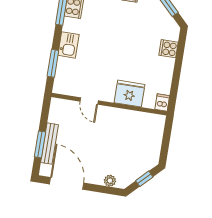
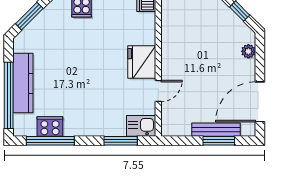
kitchen sink: (68, 45) -> (141, 126), moved
fridge: (129, 94) -> (142, 62), moved

